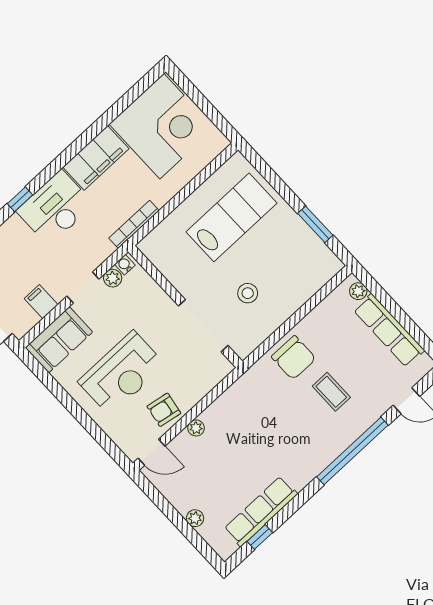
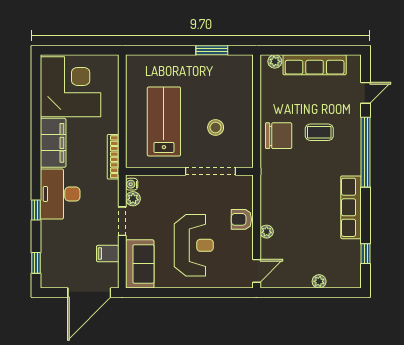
lab bench: (232, 217) -> (164, 121), moved
armchair: (164, 410) -> (241, 219), moved, turned 80
row of seats: (261, 511) -> (351, 207), moved

